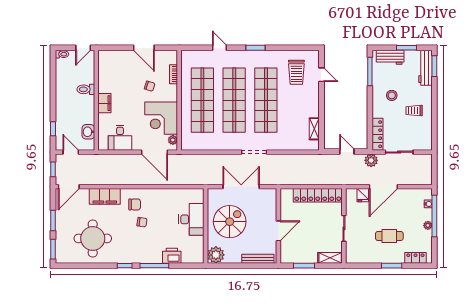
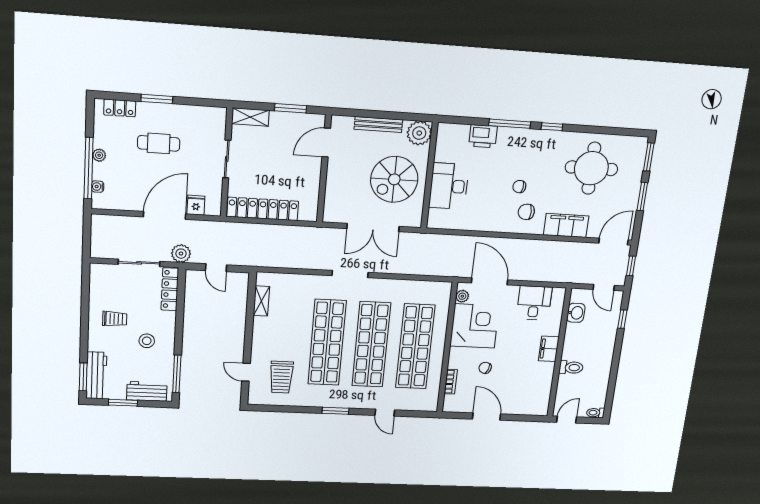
trolley: (296, 72) -> (281, 377), turned 180
door: (278, 231) -> (326, 143), moved
bench: (258, 259) -> (378, 125), moved

